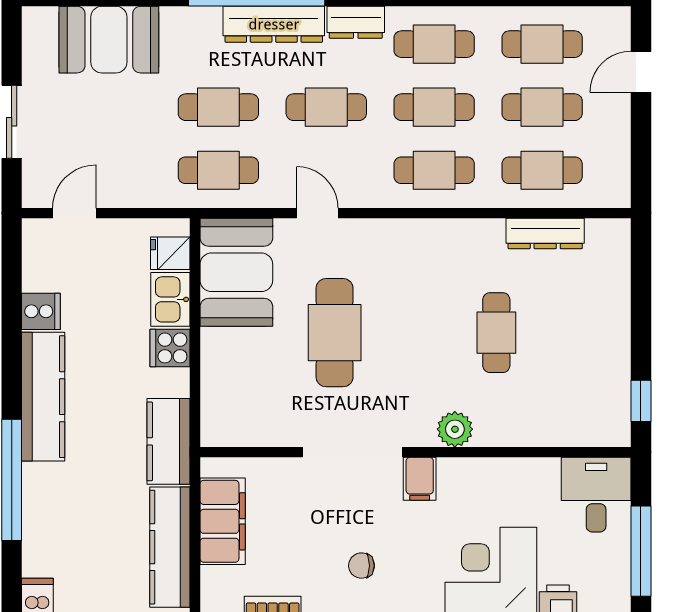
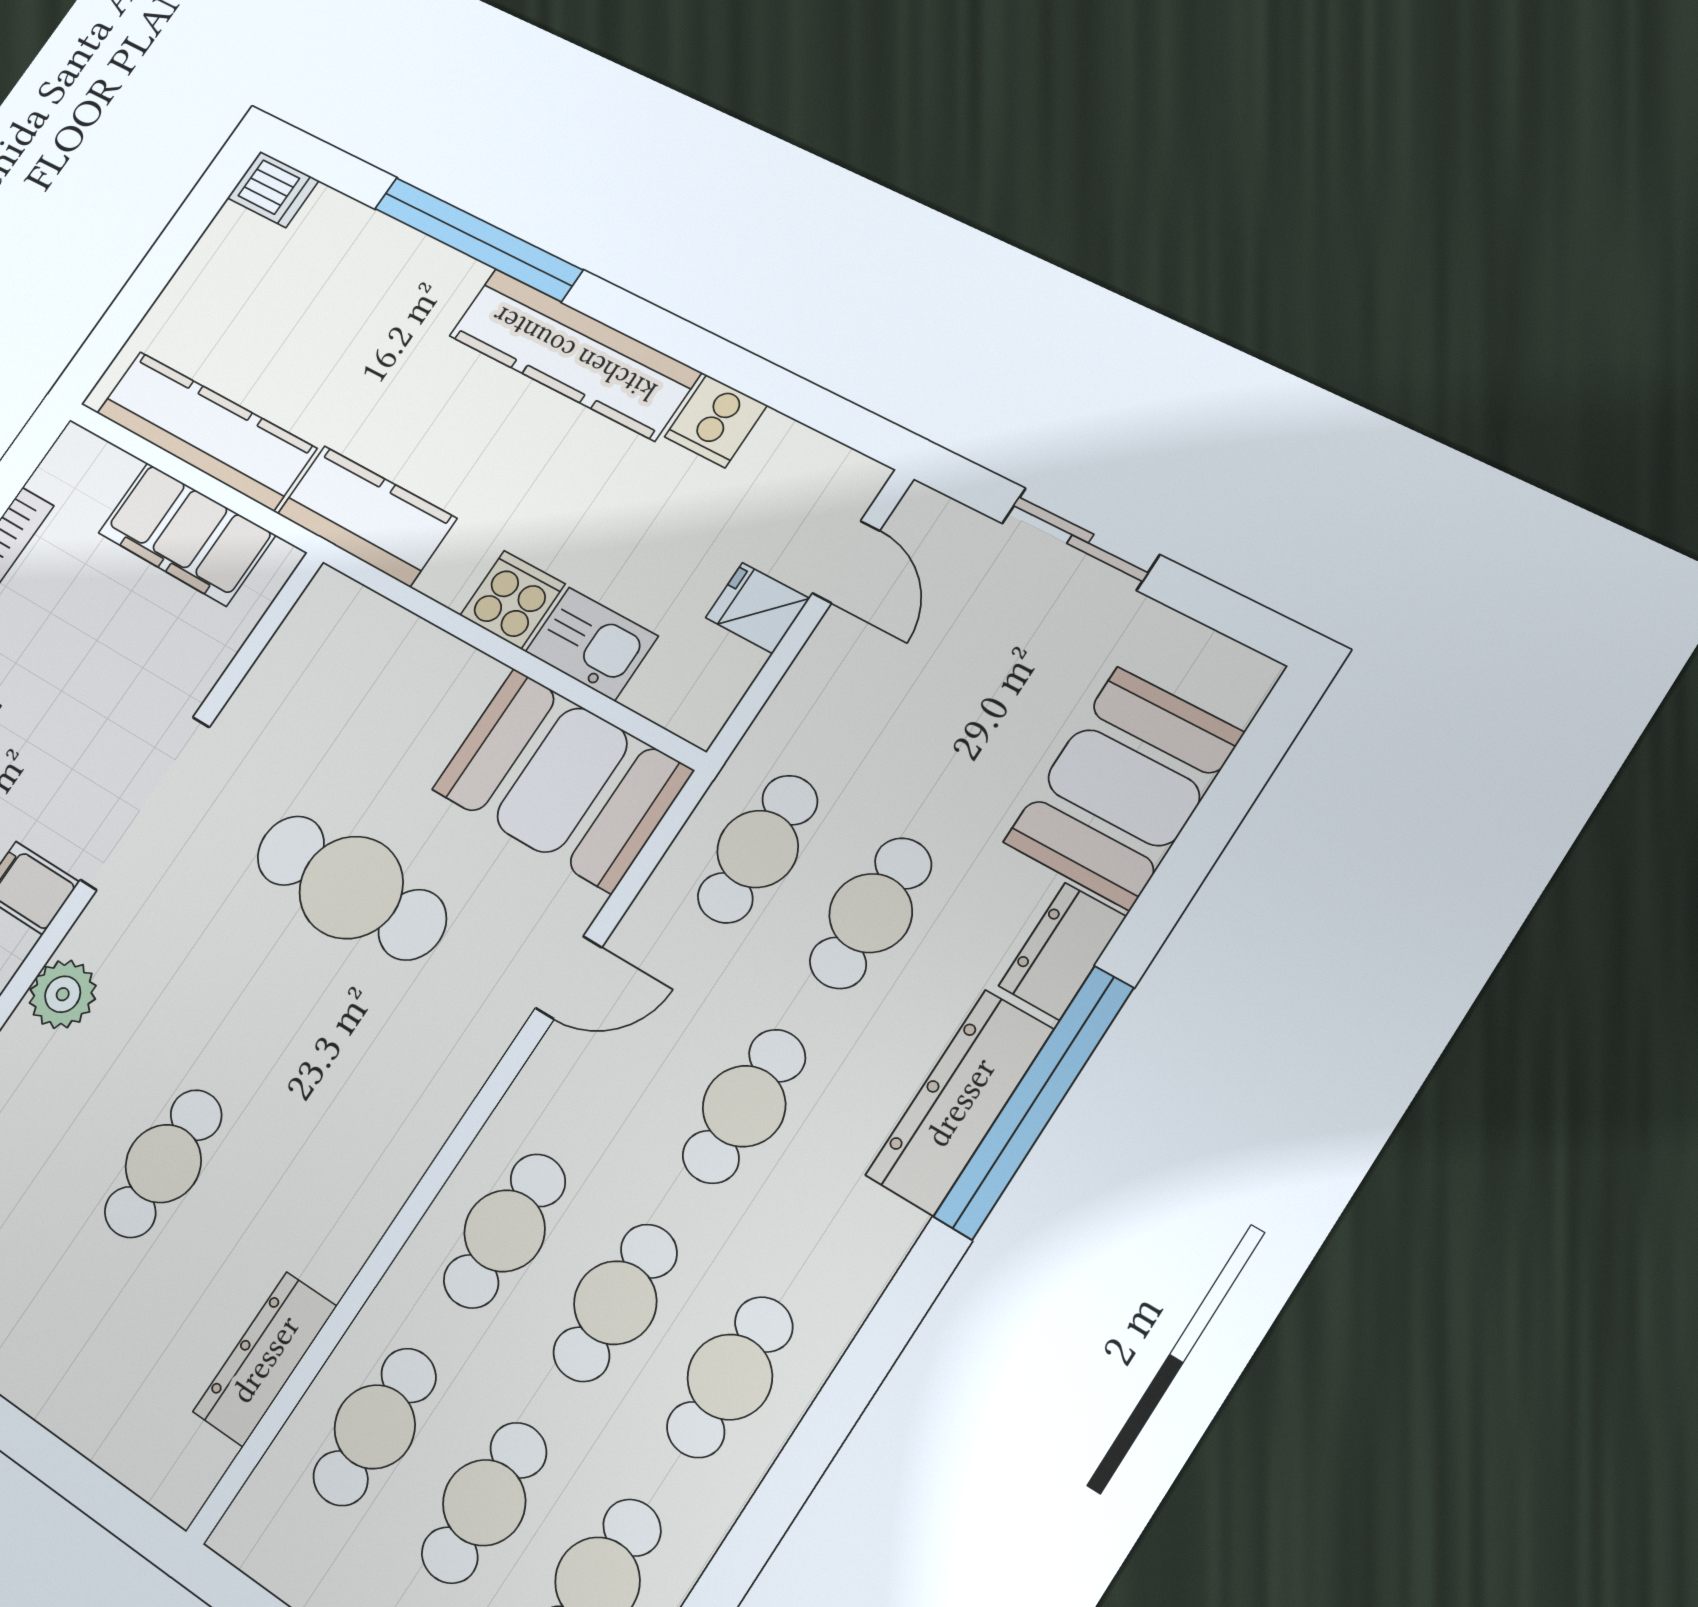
dresser: (356, 22) -> (1062, 951), moved
fridge: (170, 253) -> (757, 608), moved, turned -90
cafe table: (496, 333) -> (163, 1164), turned 90

